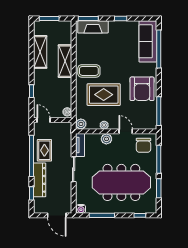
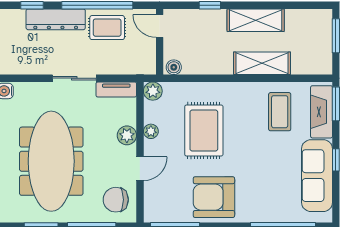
sofa: (148, 41) -> (317, 176), moved, turned -90
shelving: (40, 52) -> (256, 20), moved
coffee table: (89, 71) -> (280, 112), moved
door: (44, 120) -> (160, 26), swing flipped

